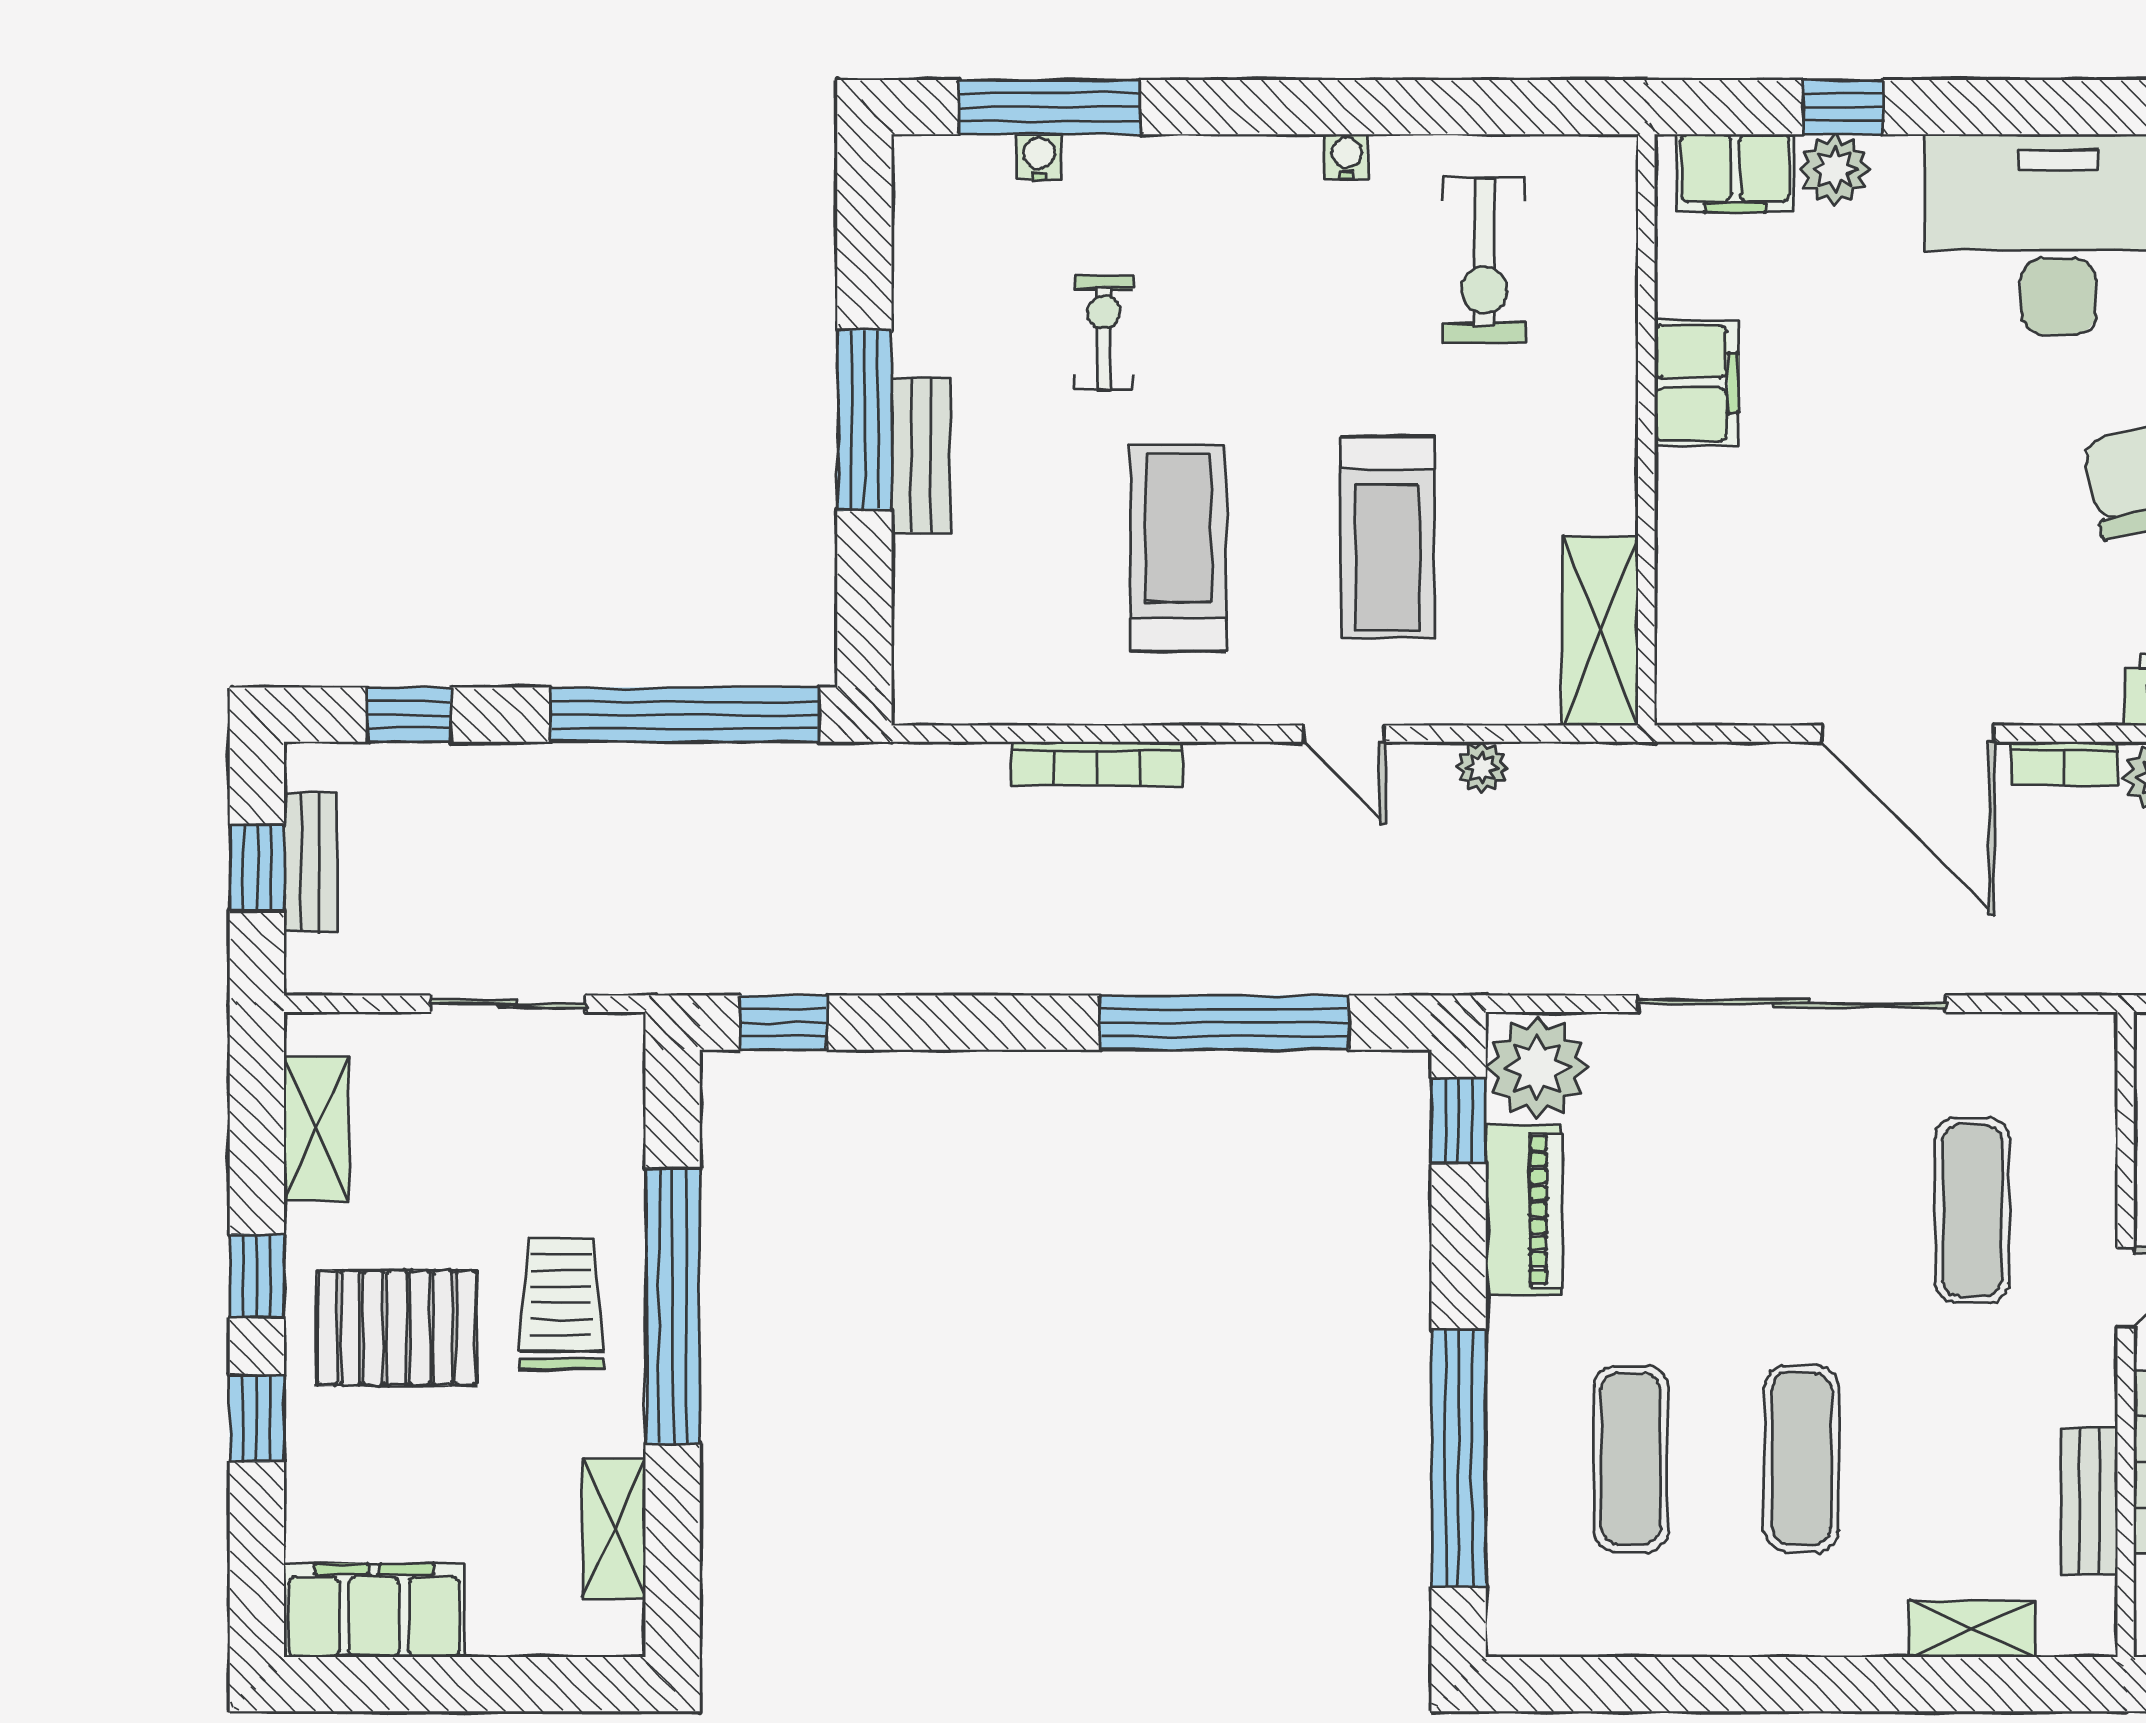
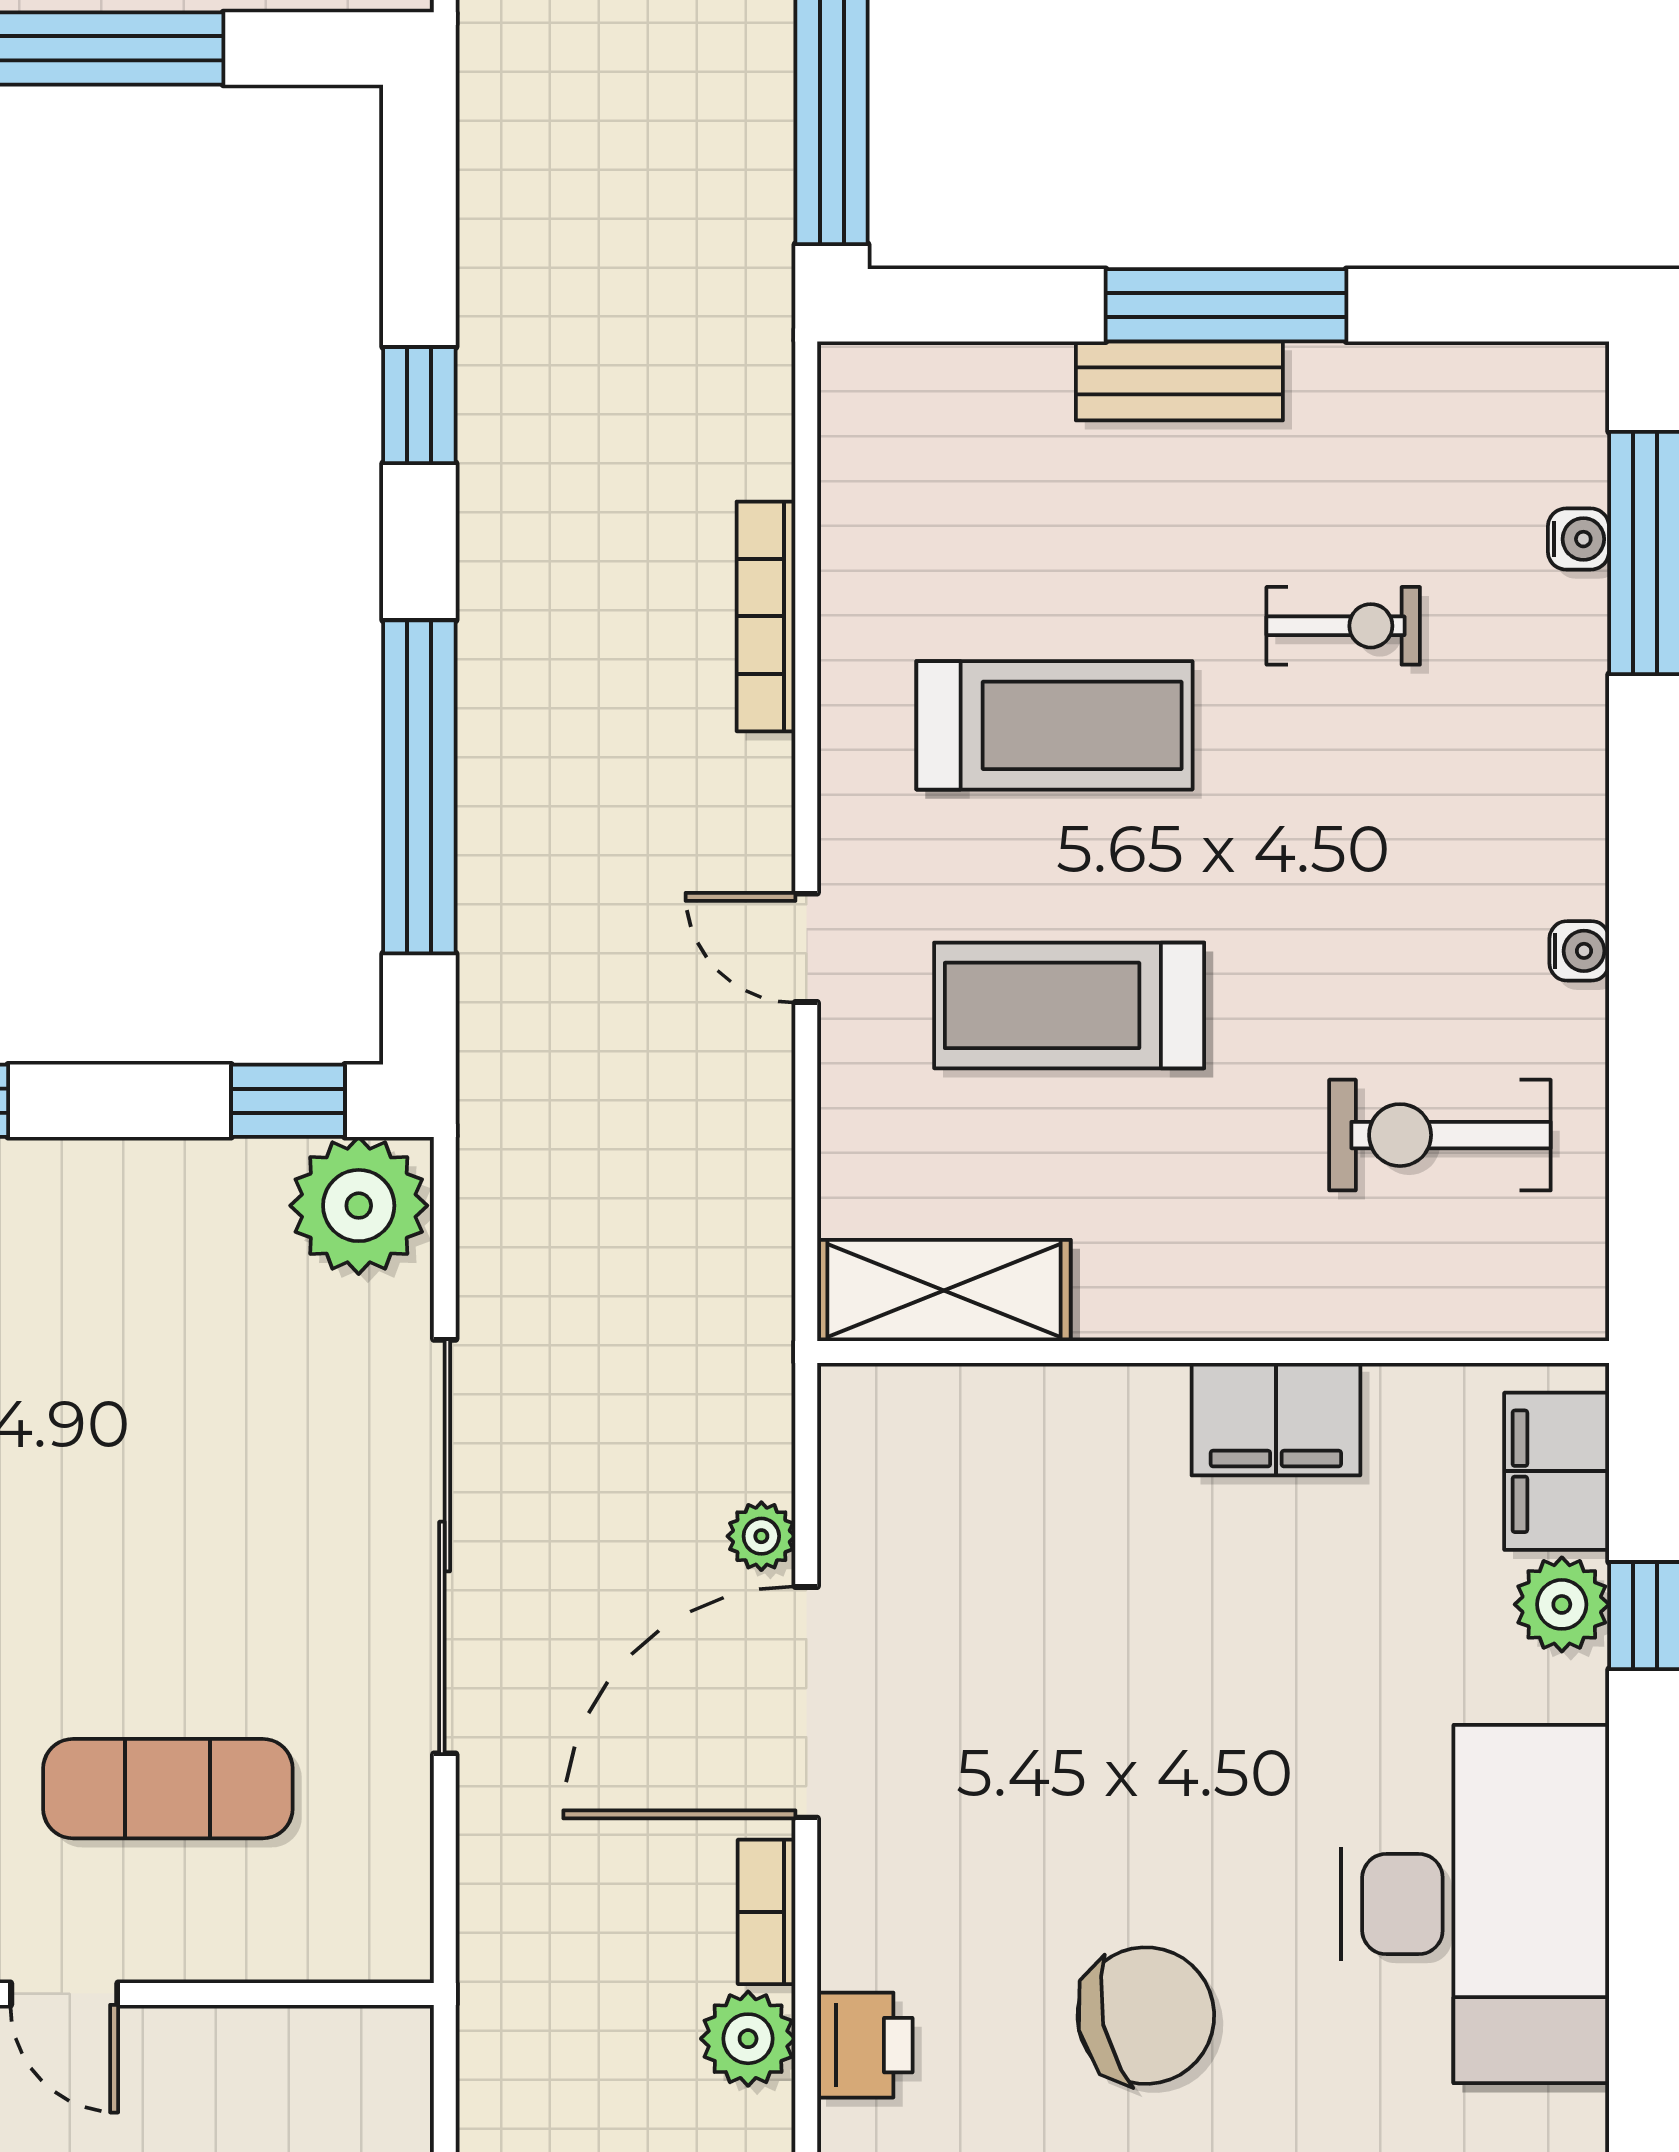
door: (1344, 734) -> (806, 948), hinge flipped
plant: (1482, 767) -> (761, 1536), moved
window: (784, 1023) -> (419, 405), moved
piano: (1524, 1210) -> (169, 1188), removed

